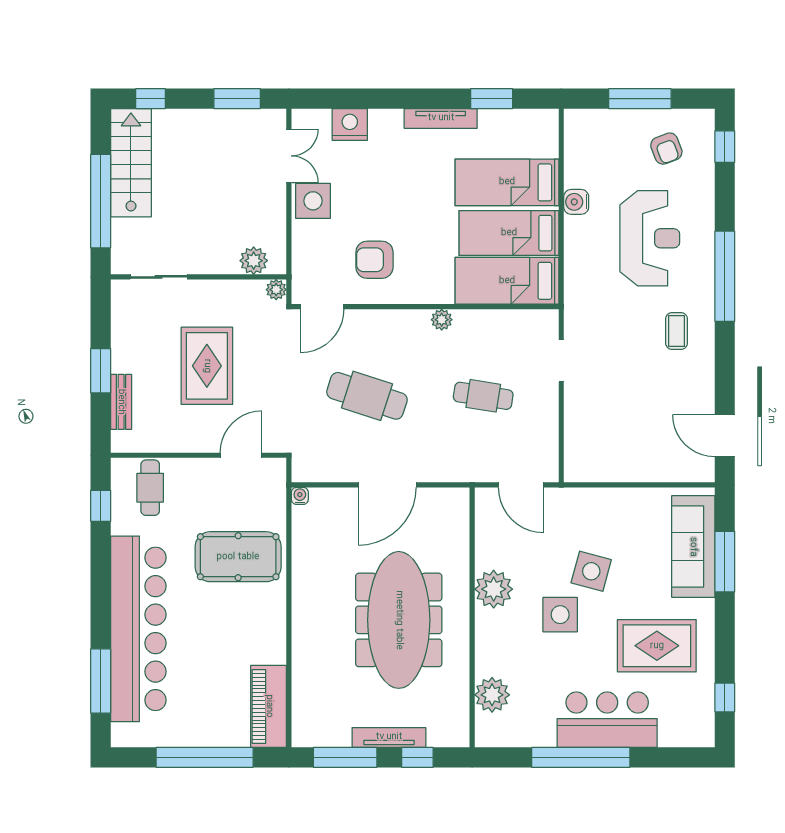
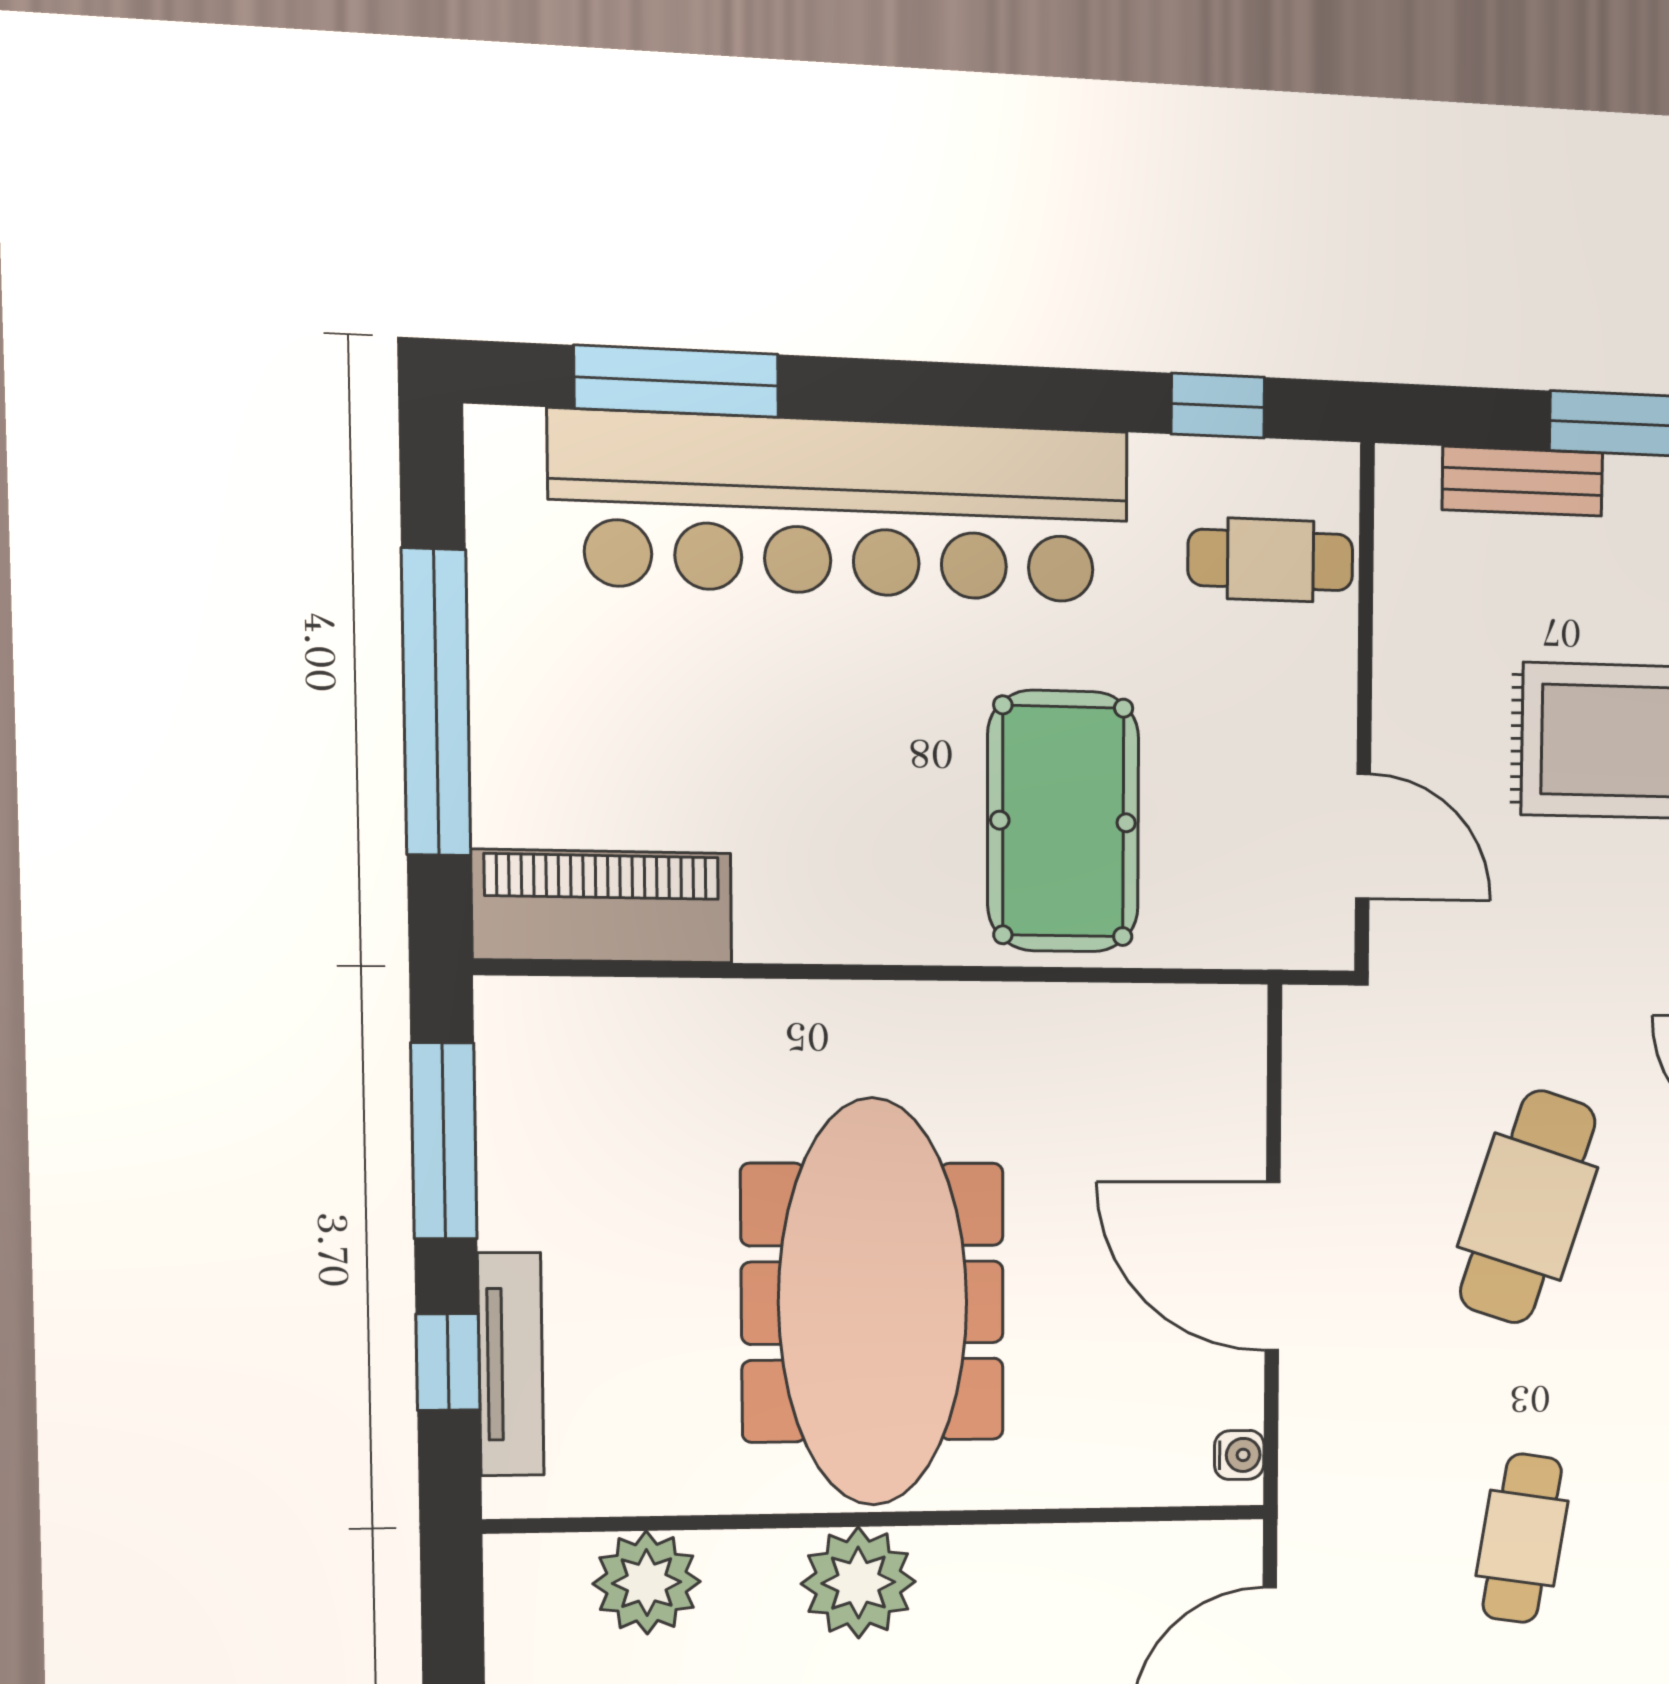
water cooler: (300, 496) -> (1239, 1455), moved
plant: (494, 589) -> (858, 1583), moved
meeting table: (399, 620) -> (873, 1303), turned 90
tv unit: (389, 737) -> (511, 1364), moved

